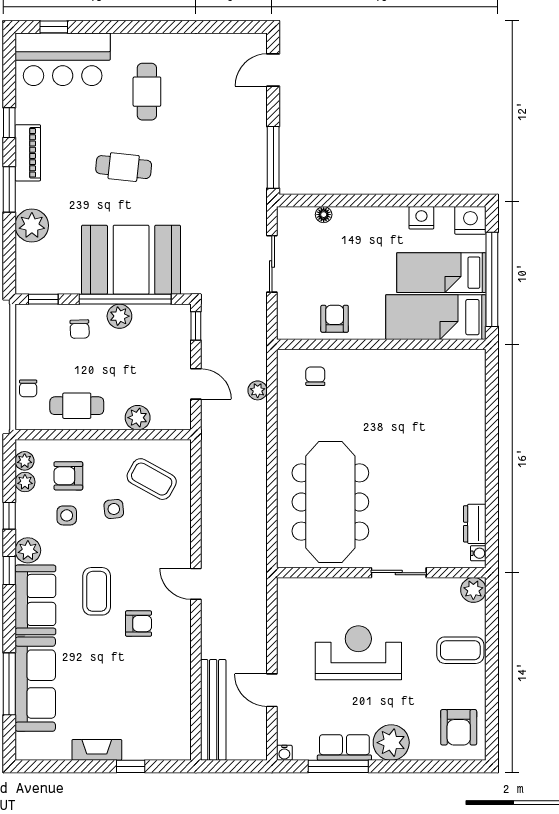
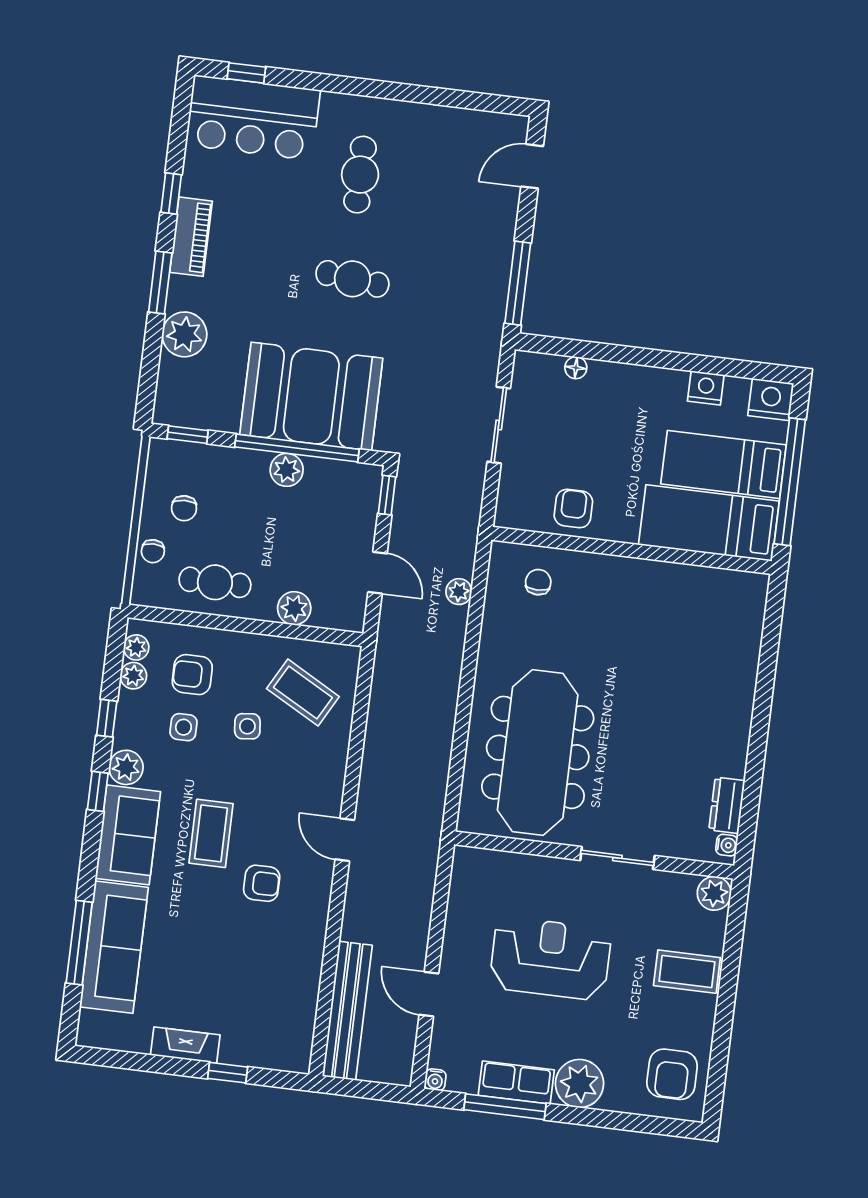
cafe table: (124, 167) -> (352, 279), moved
chair: (80, 329) -> (184, 508), moved

